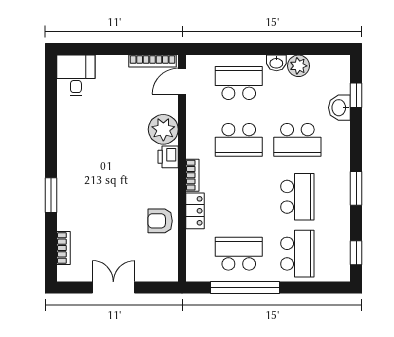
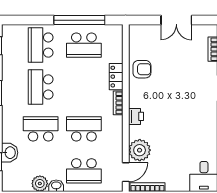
plant: (163, 129) -> (140, 150), moved

